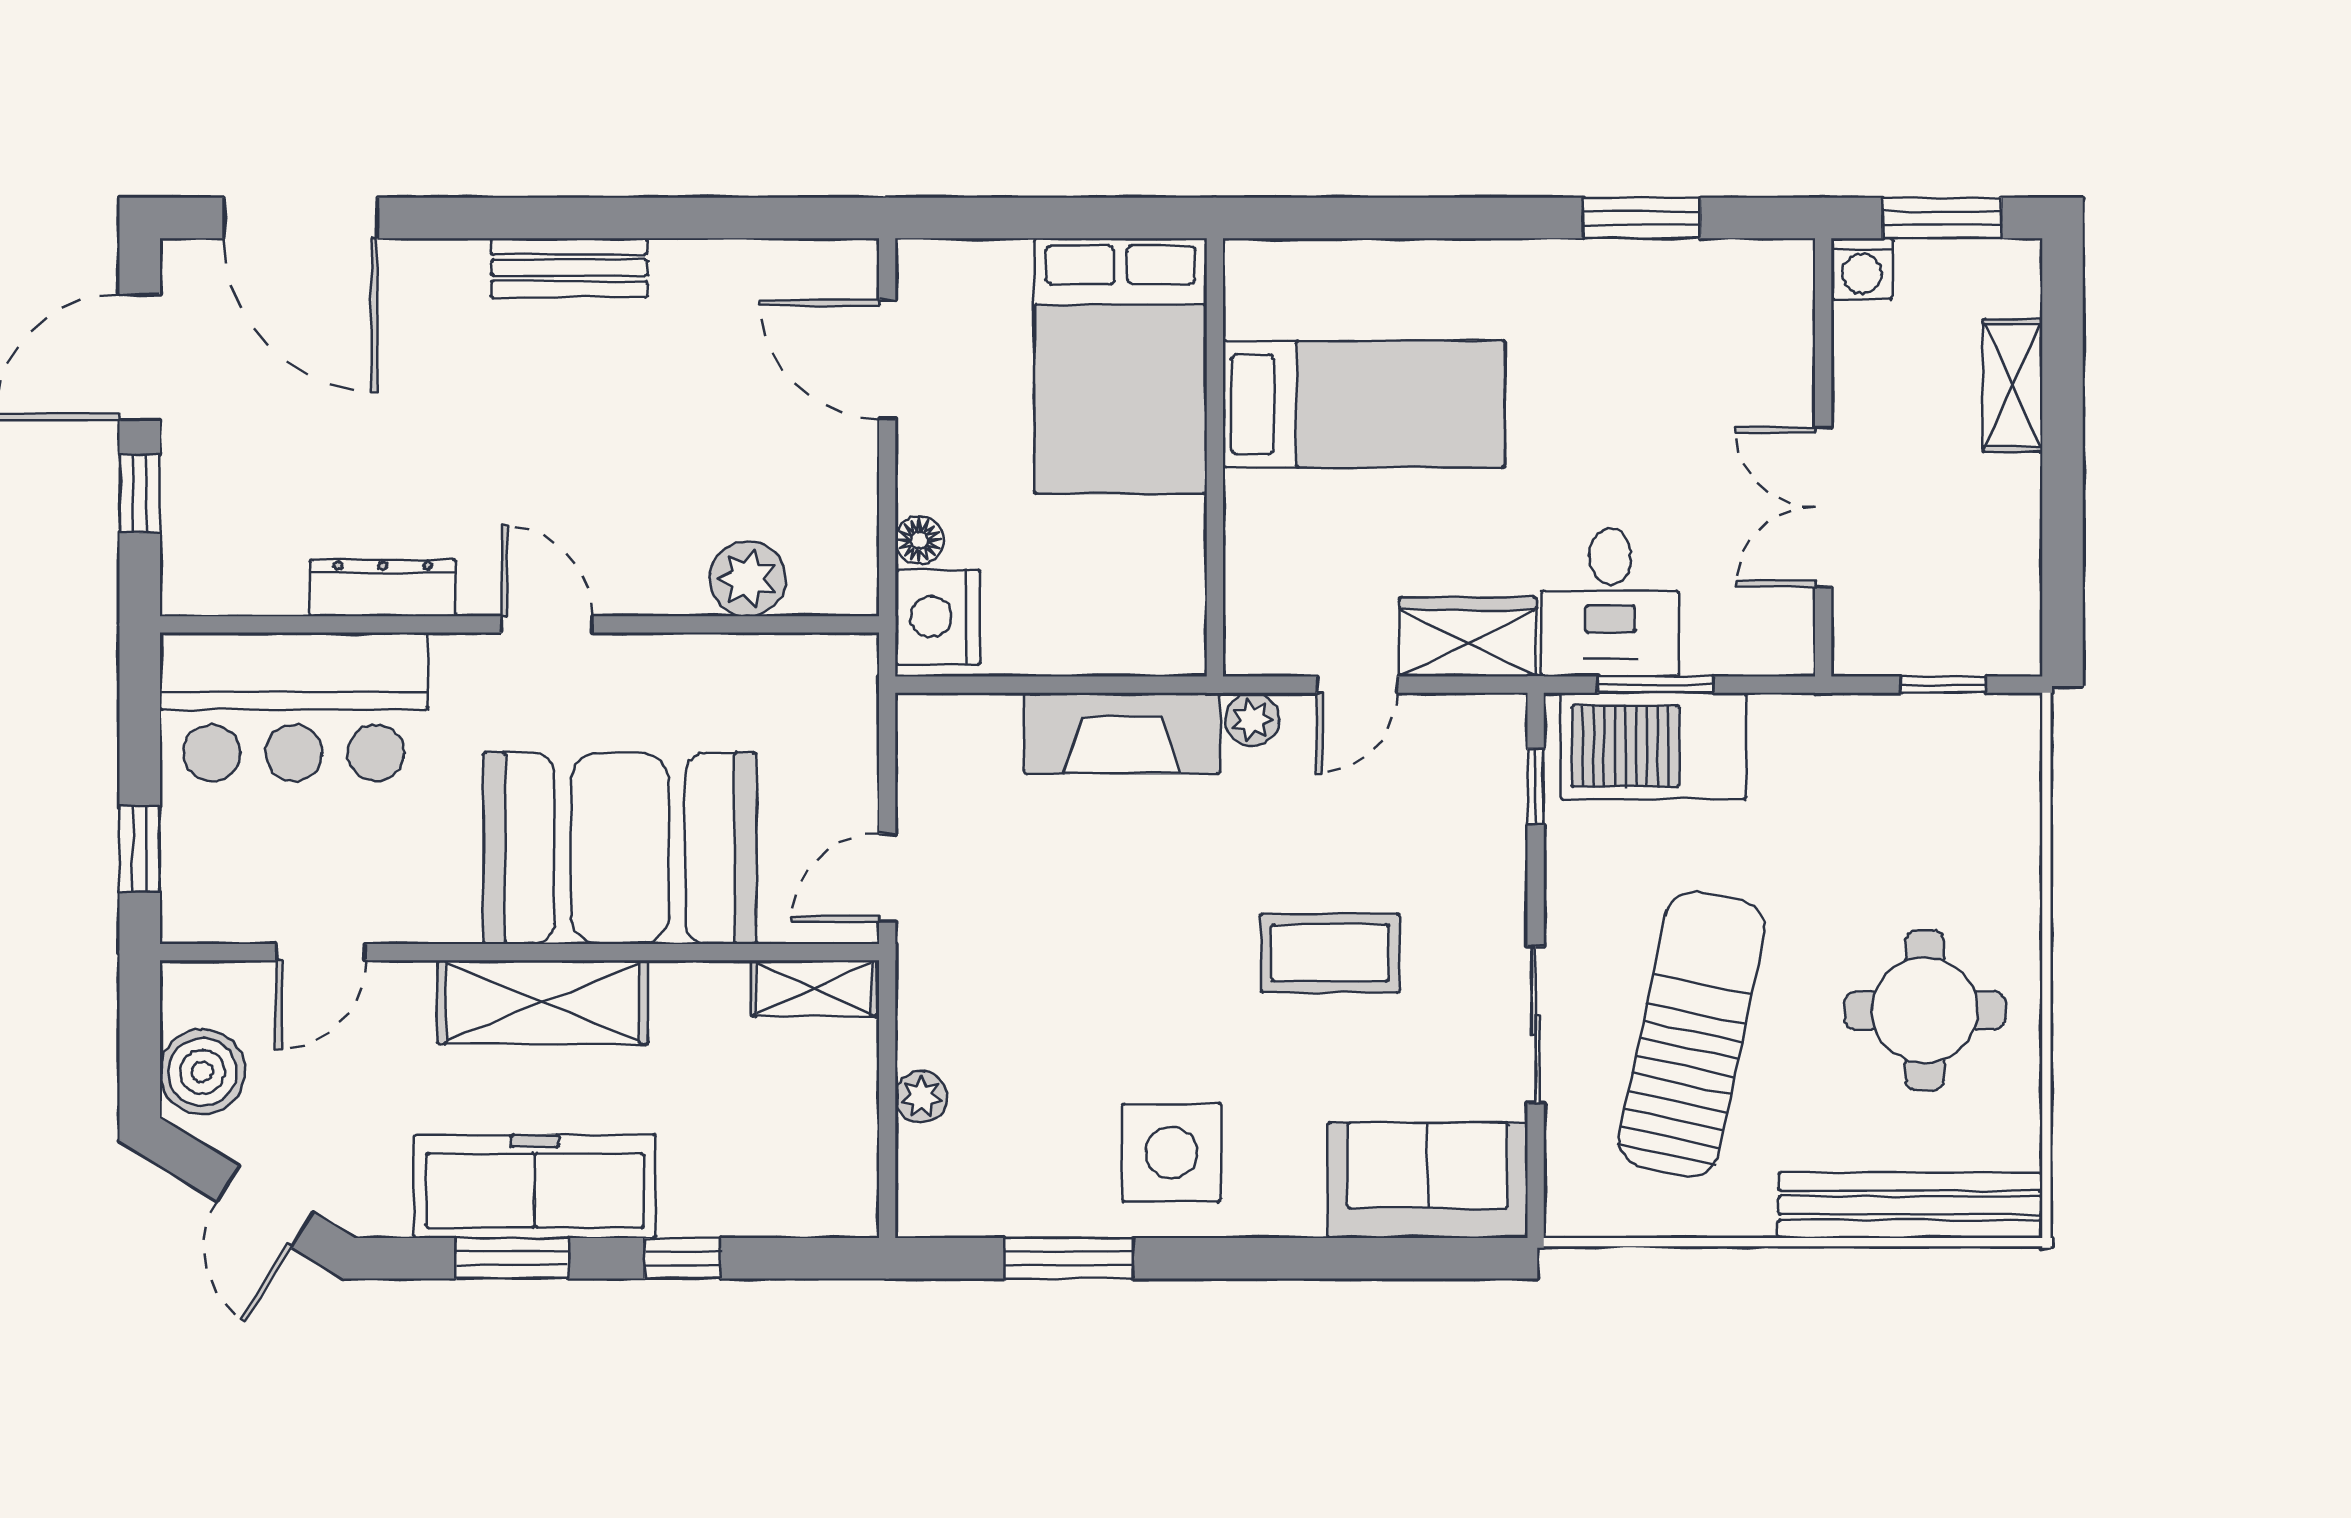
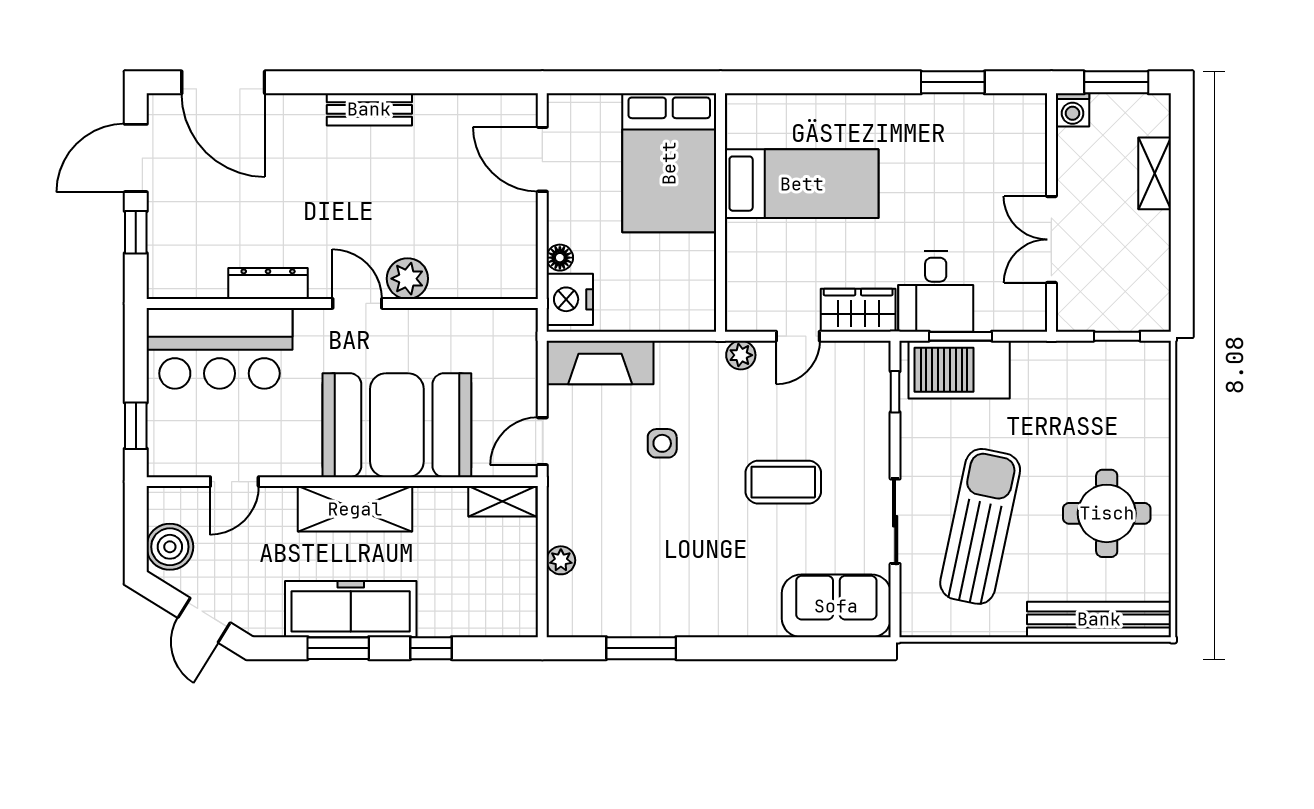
plant: (748, 579) -> (407, 279), moved
fireplace: (1122, 733) -> (600, 362), moved
side table: (1171, 1152) -> (662, 443), moved, width x0.54, depth x0.54

